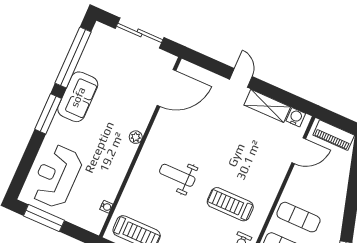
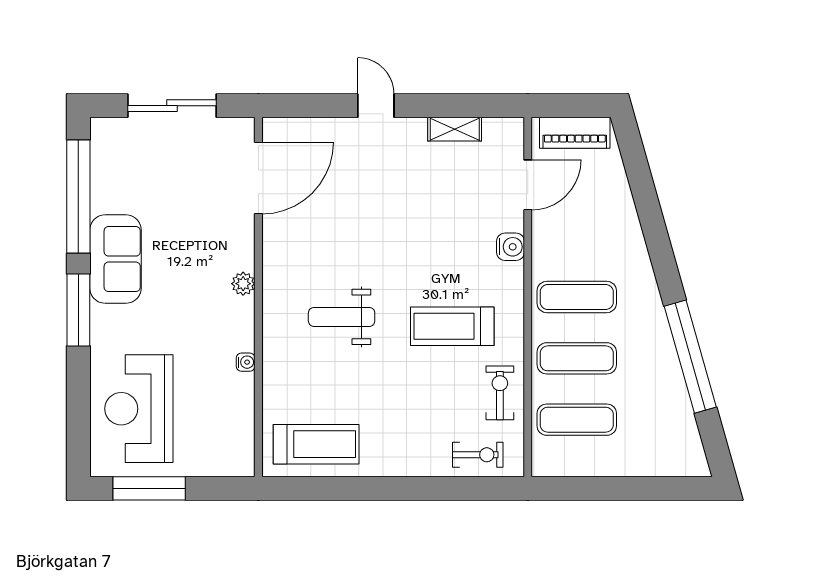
shelving: (267, 106) -> (455, 129), width x0.67, depth x0.75
water cooler: (296, 117) -> (510, 247), moved, turned 90
water cooler: (106, 207) -> (246, 362), moved

